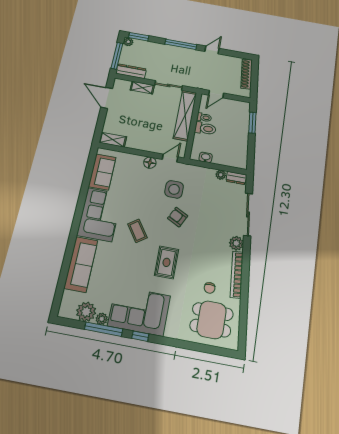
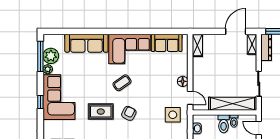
shelving: (142, 88) -> (252, 44), moved
side table: (174, 189) -> (173, 115), moved
armchair: (178, 217) -> (129, 113), moved
window: (104, 329) -> (40, 56), moved

